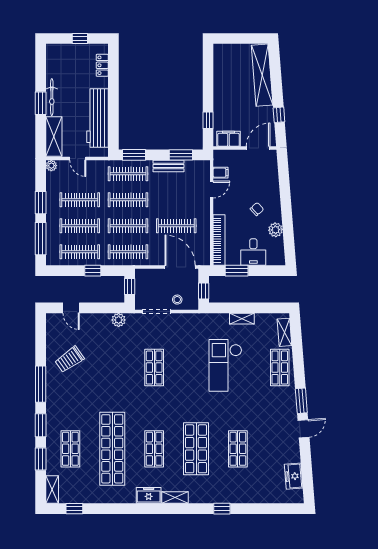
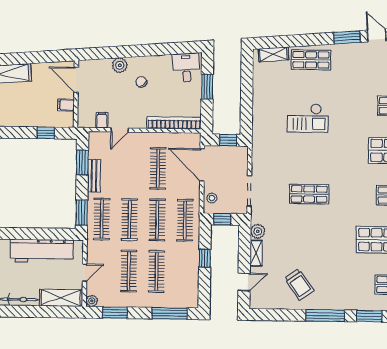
window: (41, 103) -> (25, 311), removed
window: (279, 115) -> (41, 57), removed
filing cabinet: (229, 139) -> (66, 105), width x0.50
door: (212, 189) -> (120, 130), swing flipped
window: (41, 203) -> (115, 313), moved
plant: (275, 230) -> (120, 65), moved
clothes rail: (80, 252) -> (184, 272), removed
desk: (253, 252) -> (186, 68), moved, turned -94
door: (180, 267) -> (202, 165), hinge flipped
window: (237, 271) -> (207, 87), moved
stool: (177, 300) -> (212, 198), moved
shelving: (242, 319) -> (256, 253), moved
checkout: (225, 365) -> (308, 118), width x0.73, depth x0.83

